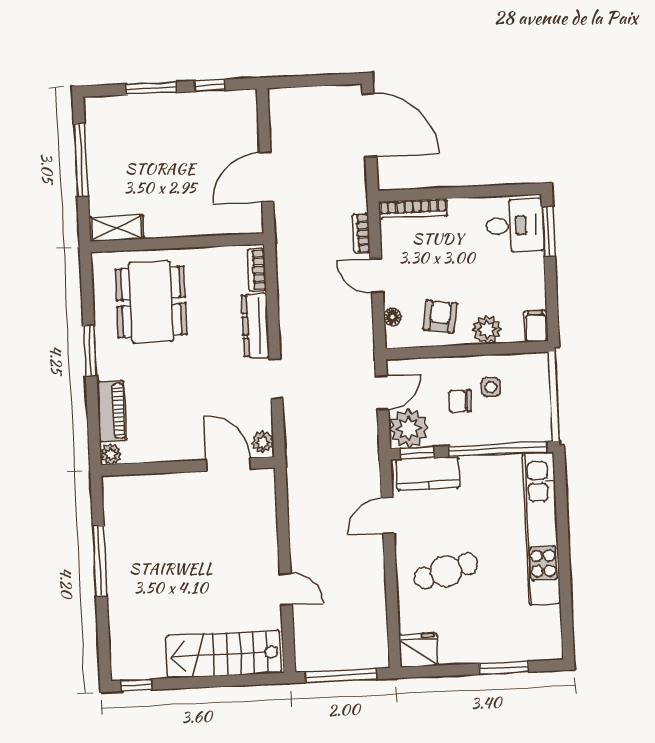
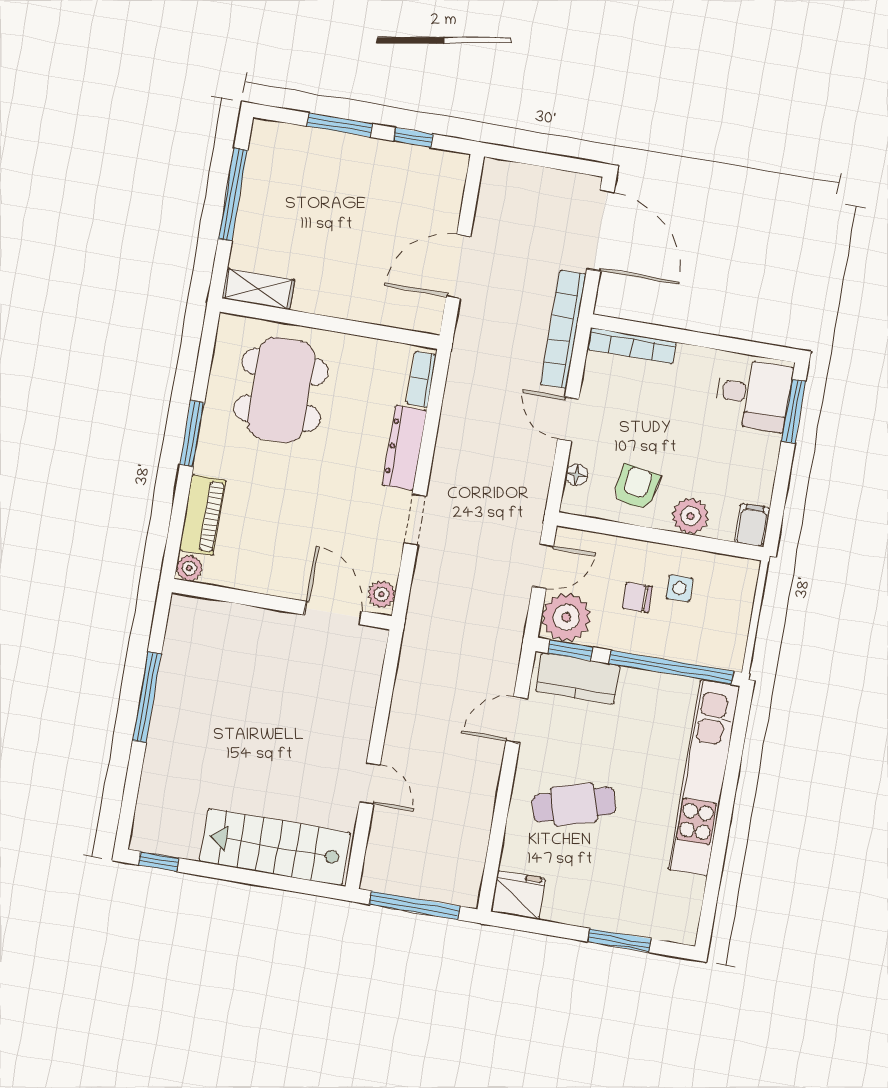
bookcase: (361, 233) -> (563, 329), width x2.31, depth x1.31

